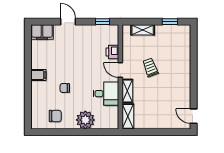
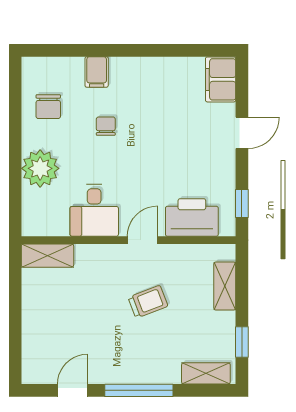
printer: (112, 52) -> (192, 217), width x1.87, depth x1.48
window: (194, 72) -> (139, 390), added
filing cabinet: (38, 75) -> (97, 72), moved
shelving: (127, 91) -> (206, 373), moved
door: (194, 116) -> (73, 390), moved

